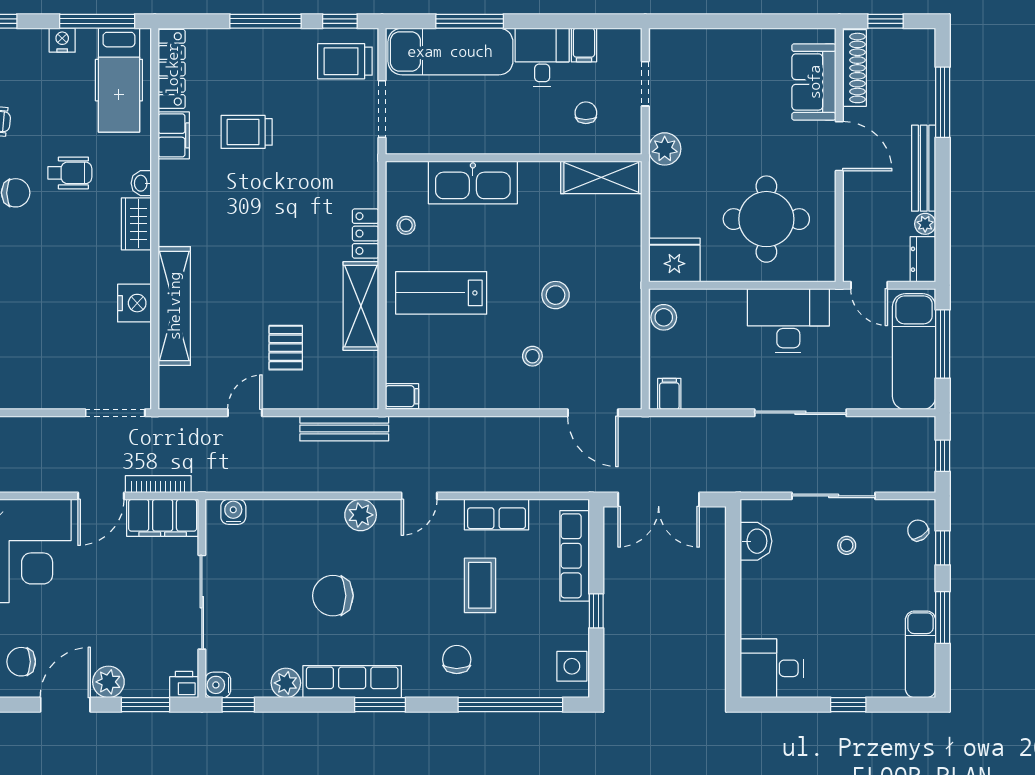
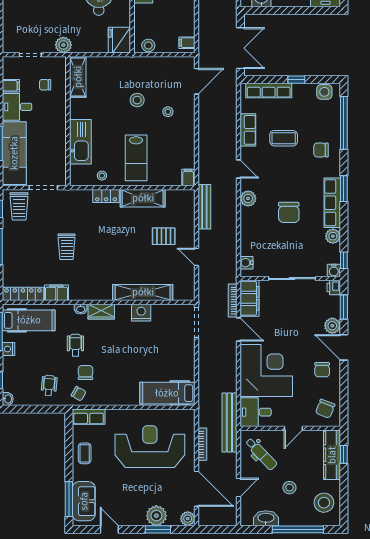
trolley: (247, 132) -> (67, 247), moved

